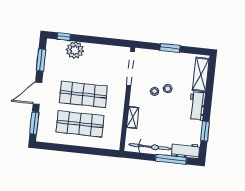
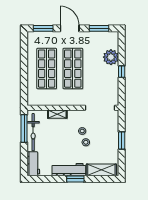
window: (64, 37) -> (122, 72), moved
workbench: (197, 106) -> (69, 170), width x1.38
window: (205, 131) -> (75, 179), moved
window: (171, 159) -> (24, 129), moved

